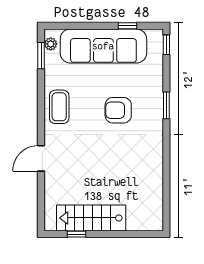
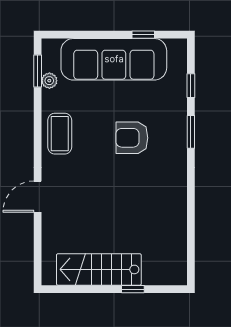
plant: (51, 44) -> (49, 81), moved
window: (166, 45) -> (191, 86), moved
window: (76, 234) -> (133, 289), moved

